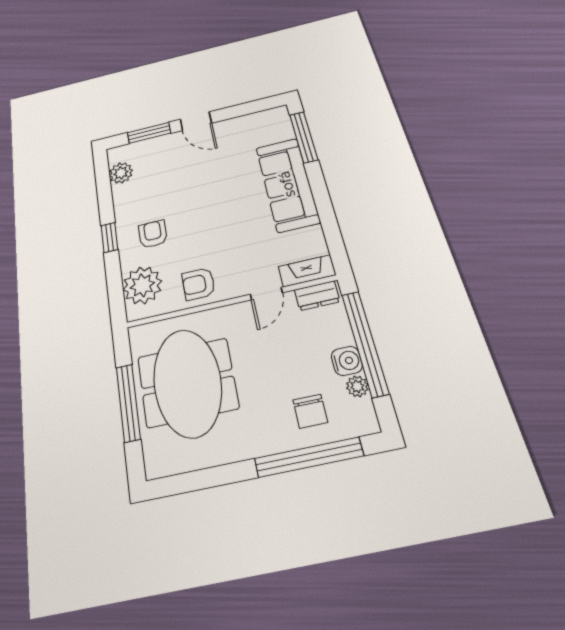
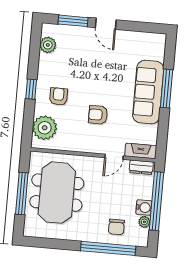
window: (304, 137) -> (167, 88), moved
armchair: (199, 284) -> (98, 115), moved

